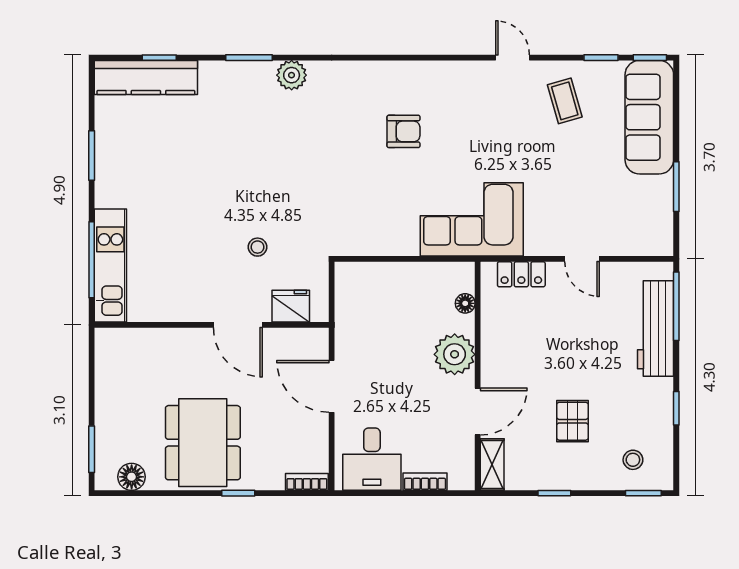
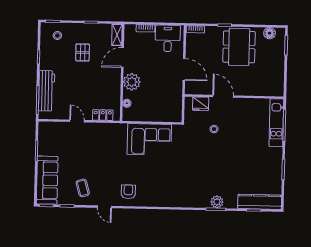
plant: (292, 75) -> (217, 202), moved
armchair: (403, 131) -> (128, 192), moved, turned 90
corner sofa: (472, 219) -> (149, 139), moved

